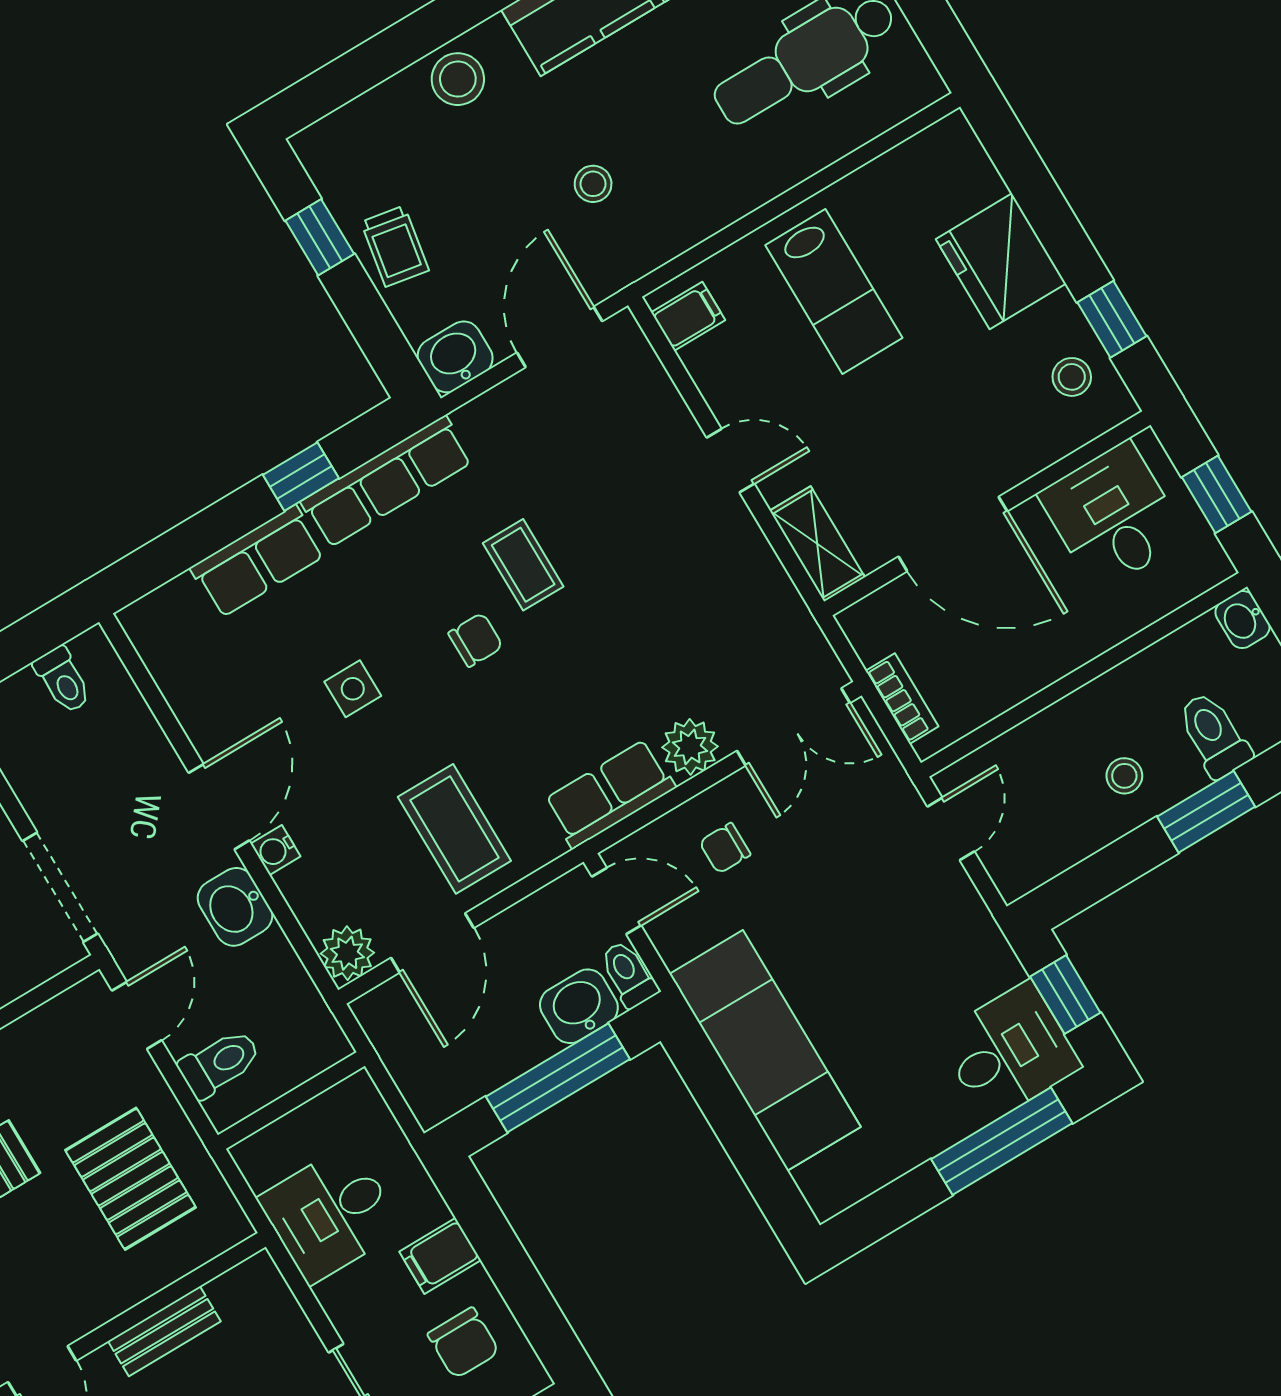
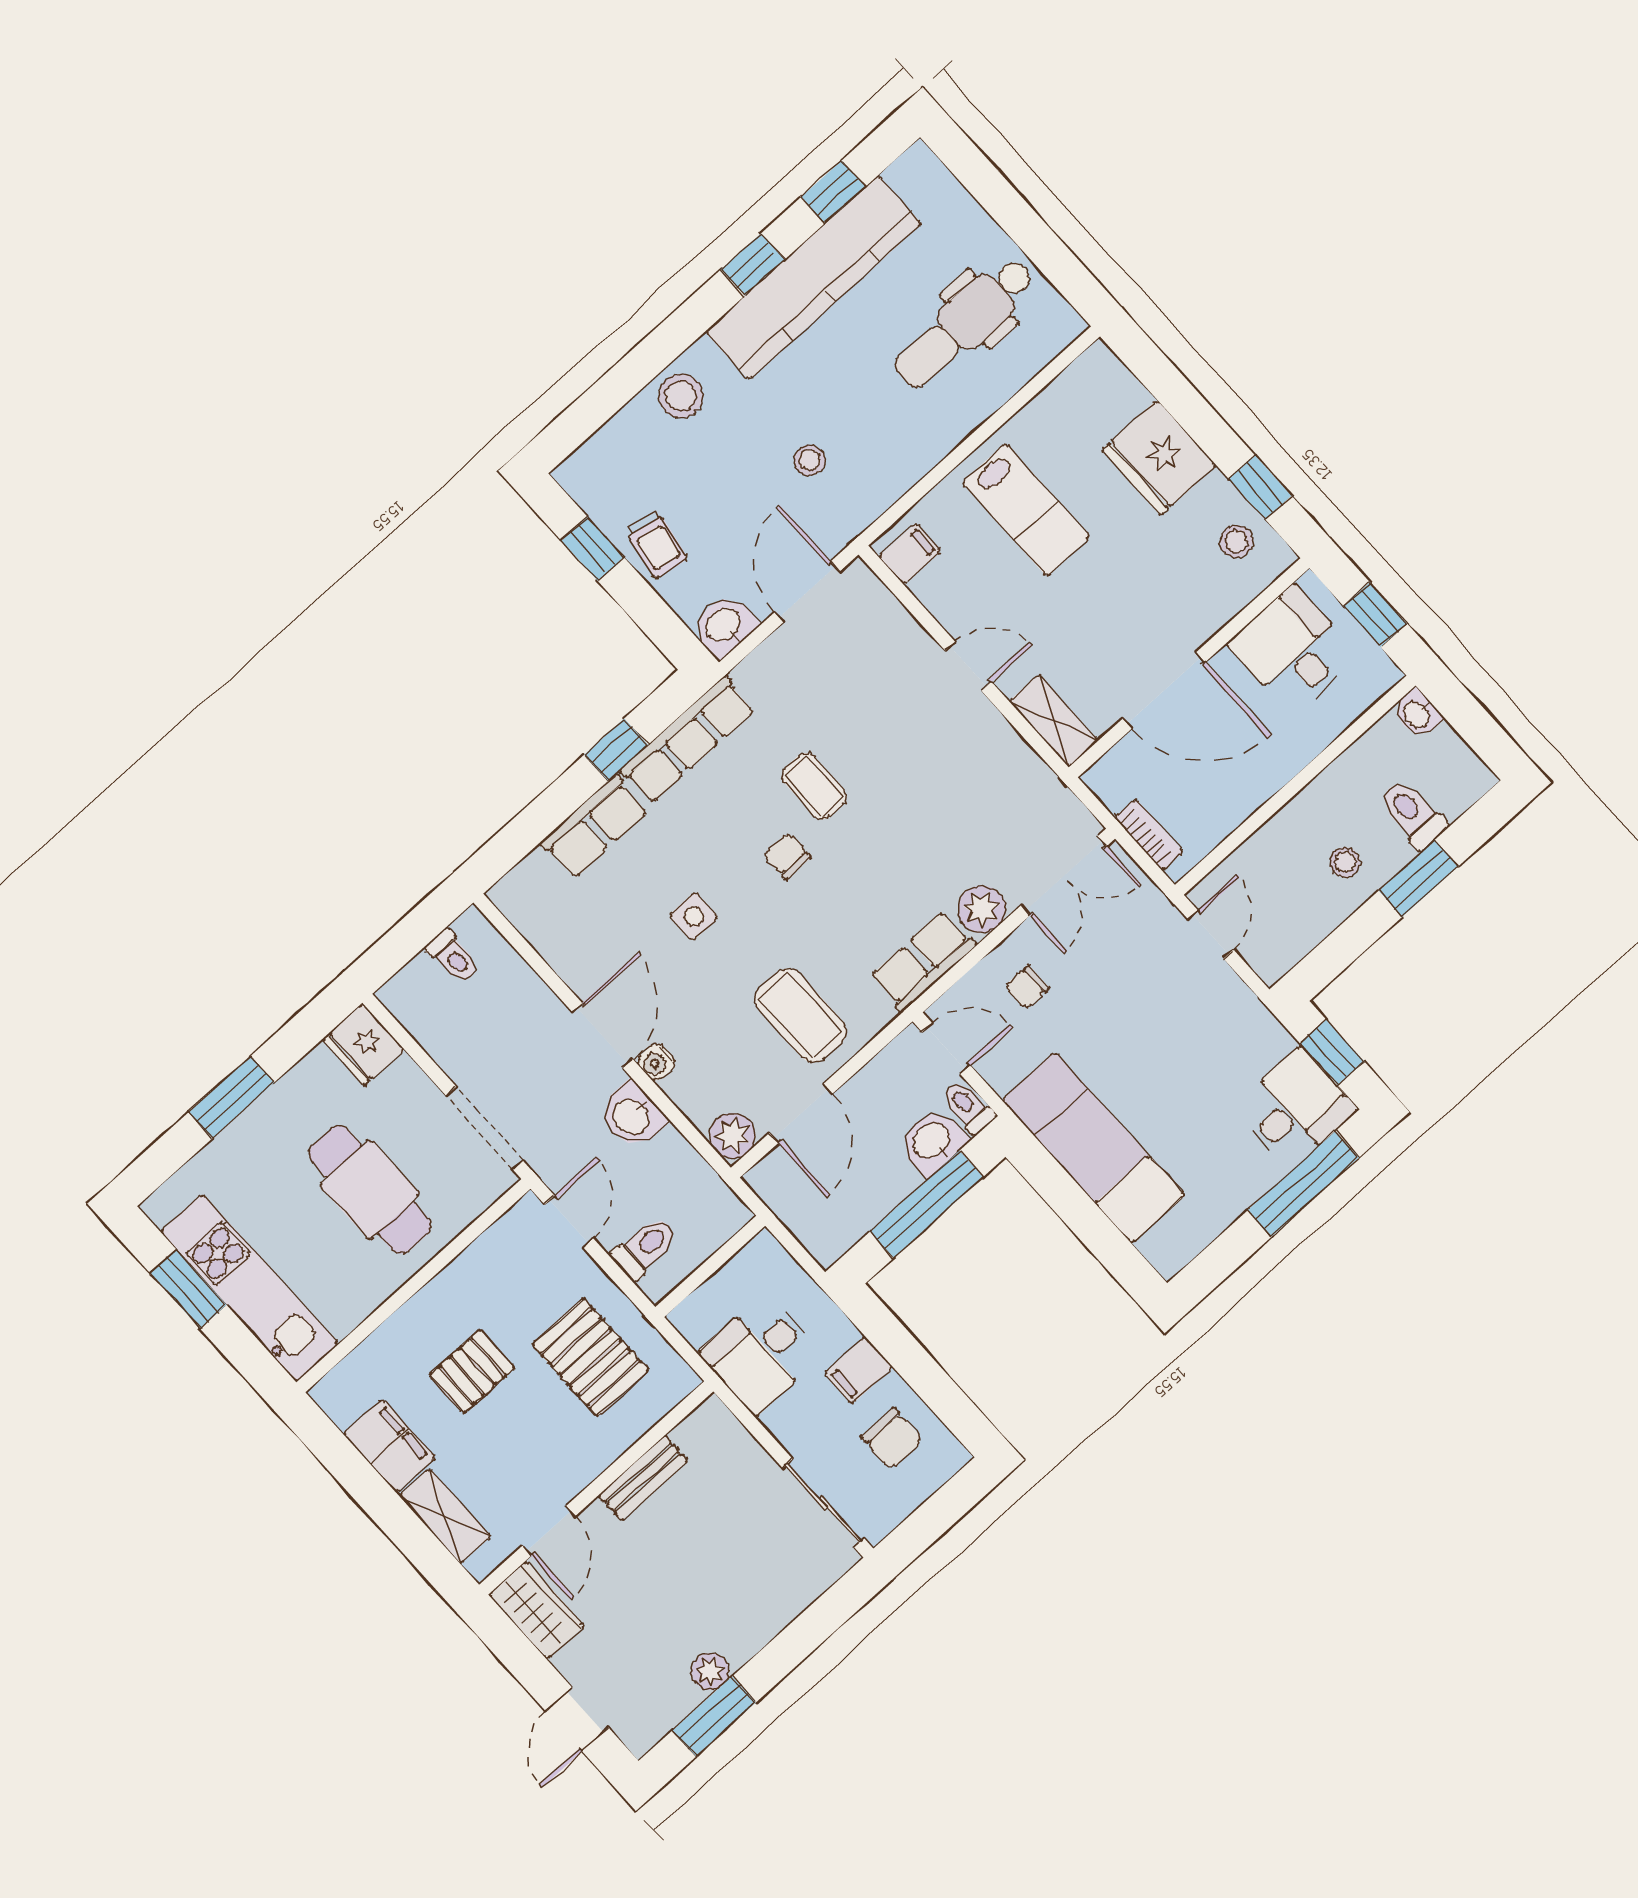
chair: (476, 640) -> (787, 856), turned -90

